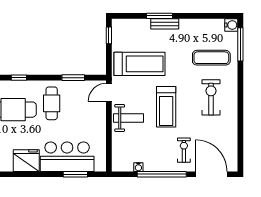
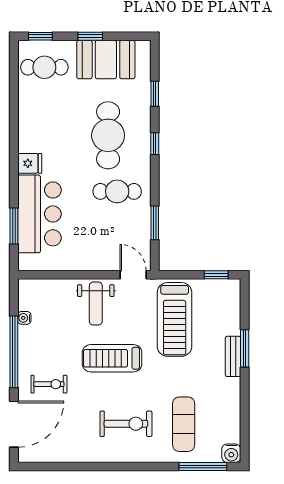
fridge: (26, 161) -> (30, 163), width x0.53, depth x0.75

